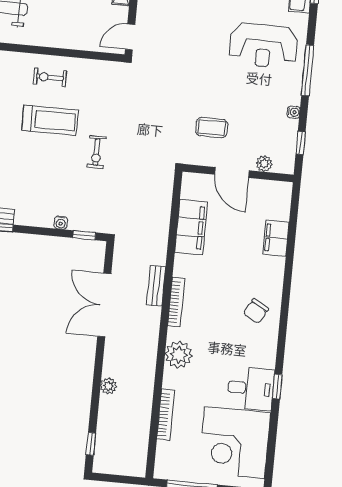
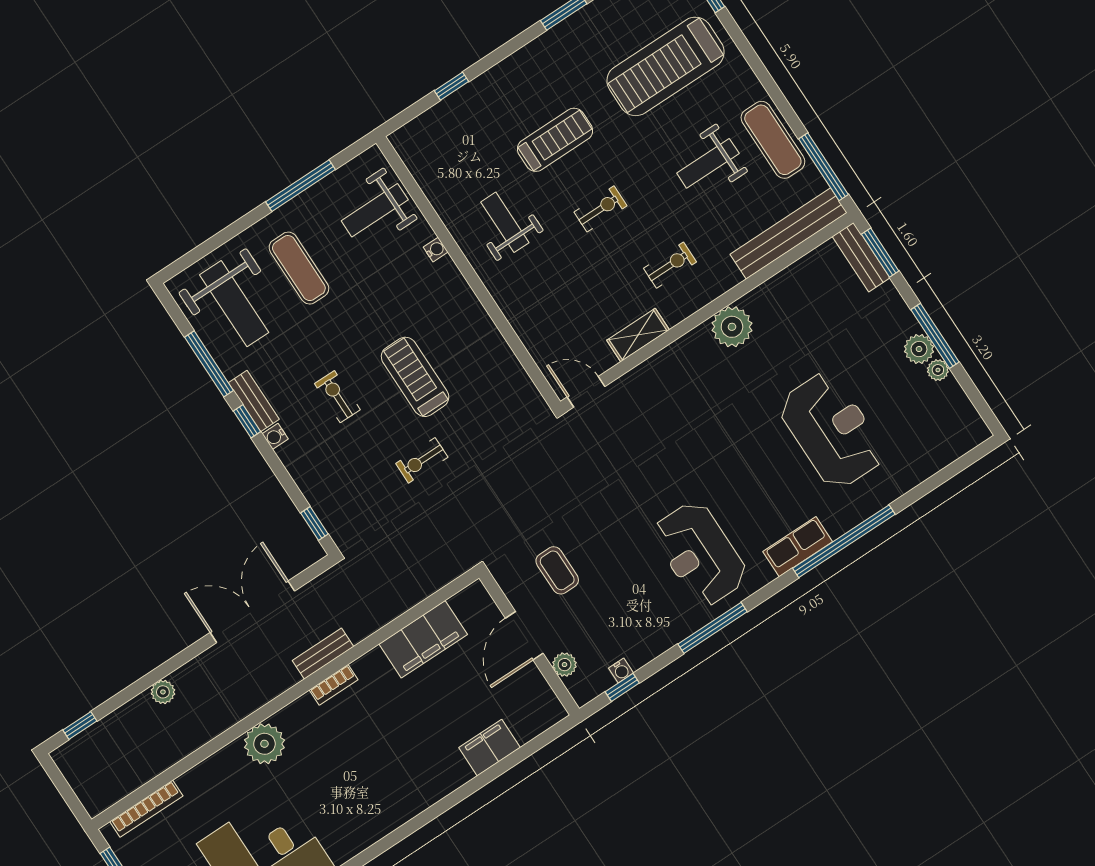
exercise bike: (50, 77) -> (337, 397), moved
water cooler: (294, 112) -> (621, 671), moved
treadmill: (50, 120) -> (415, 377), turned 180
water cooler: (61, 223) -> (275, 436), moved
bookcase: (176, 302) -> (334, 685), width x0.64
chair: (256, 311) -> (387, 792), removed
bookcase: (166, 415) -> (146, 809), moved

